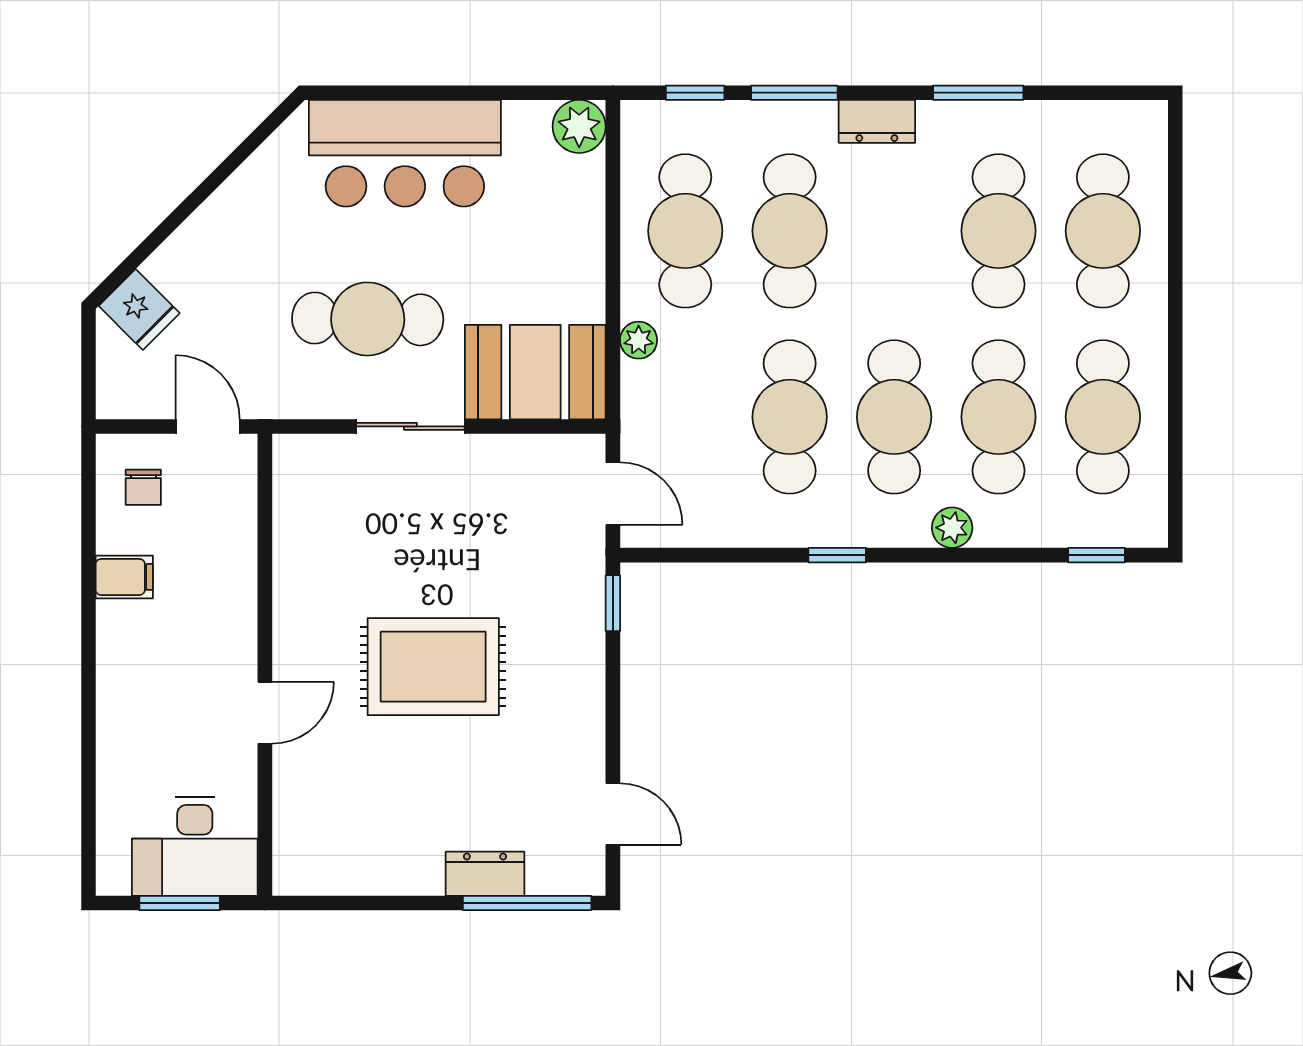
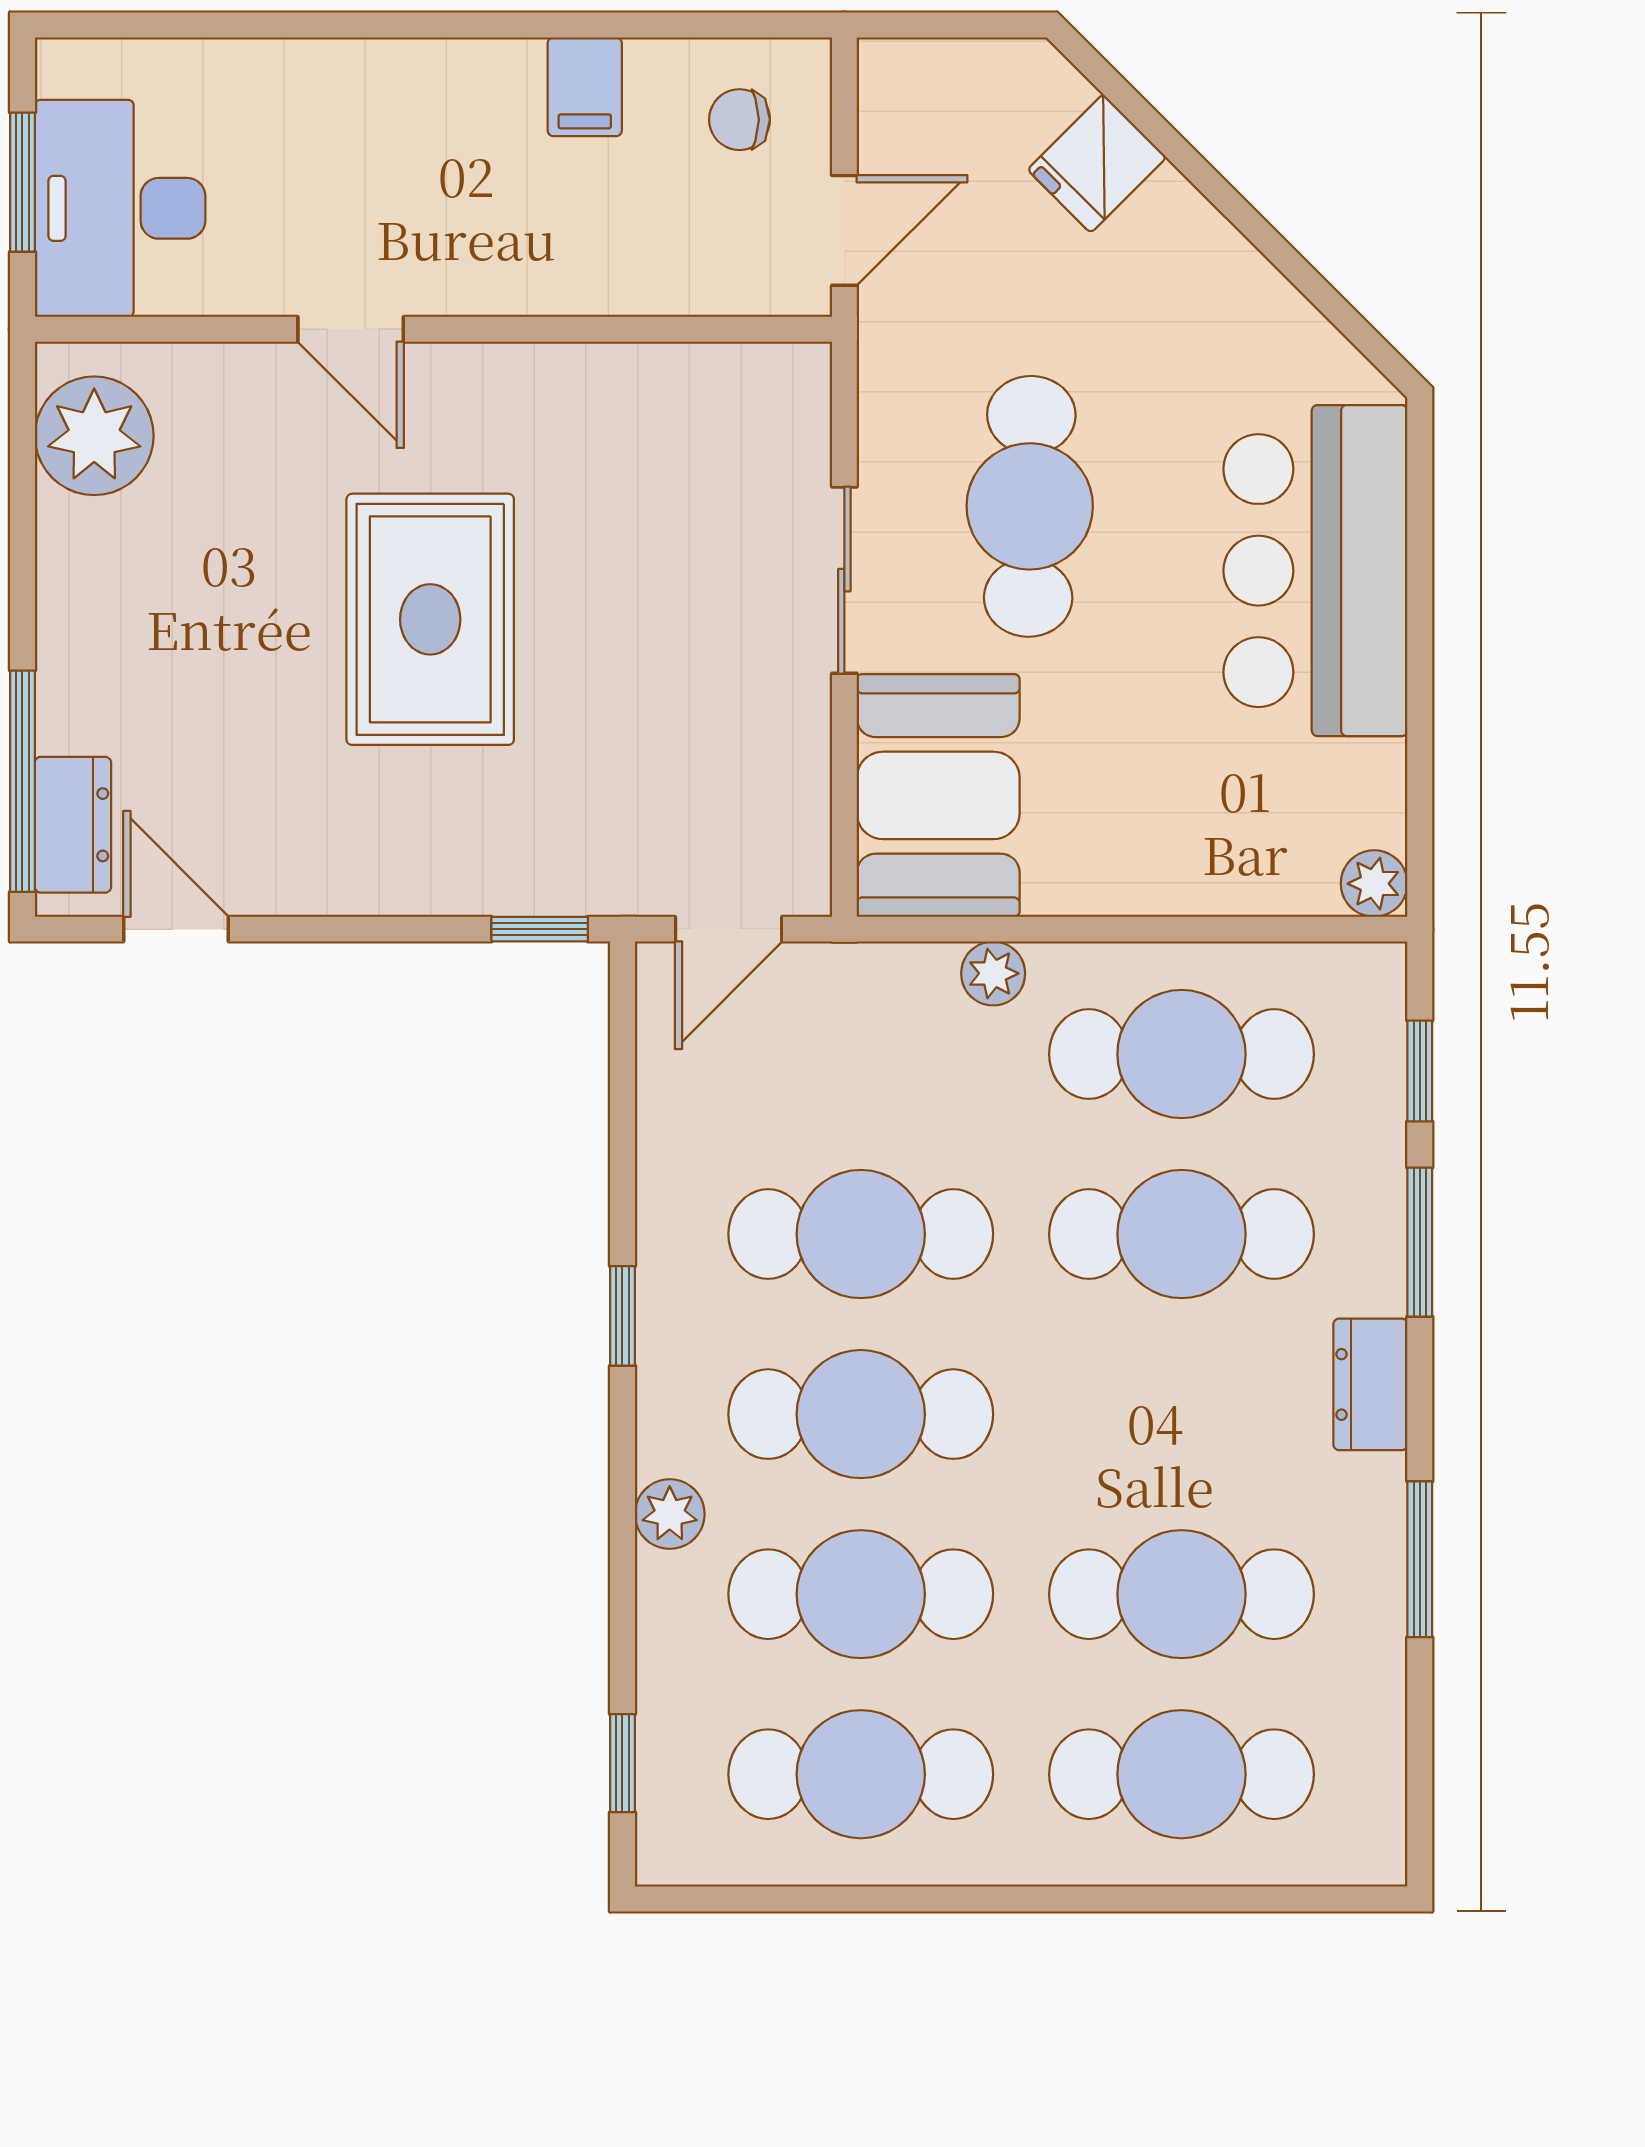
plant: (579, 126) -> (1374, 884), width x0.73, depth x0.73
fridge: (139, 309) -> (1097, 163), moved
door: (613, 814) -> (176, 929), swing flipped
plant: (327, 861) -> (94, 436), added
dresser: (485, 874) -> (73, 825), moved

